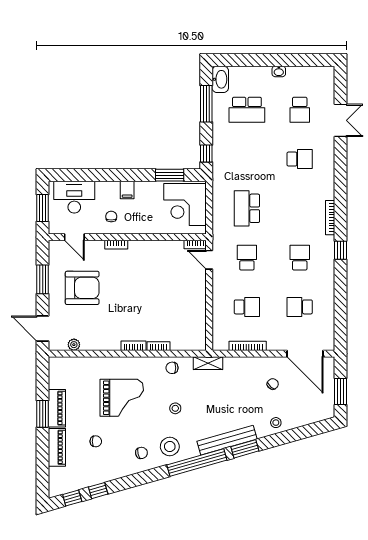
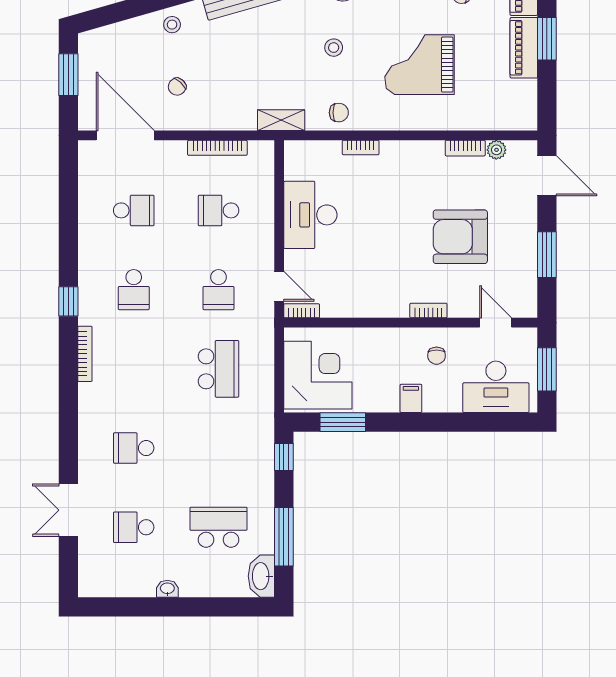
school desk: (300, 110) -> (134, 527), turned -90
armchair: (82, 288) -> (460, 237), moved
desk: (190, 304) -> (310, 215), added
bookcase: (134, 346) -> (465, 148), moved

